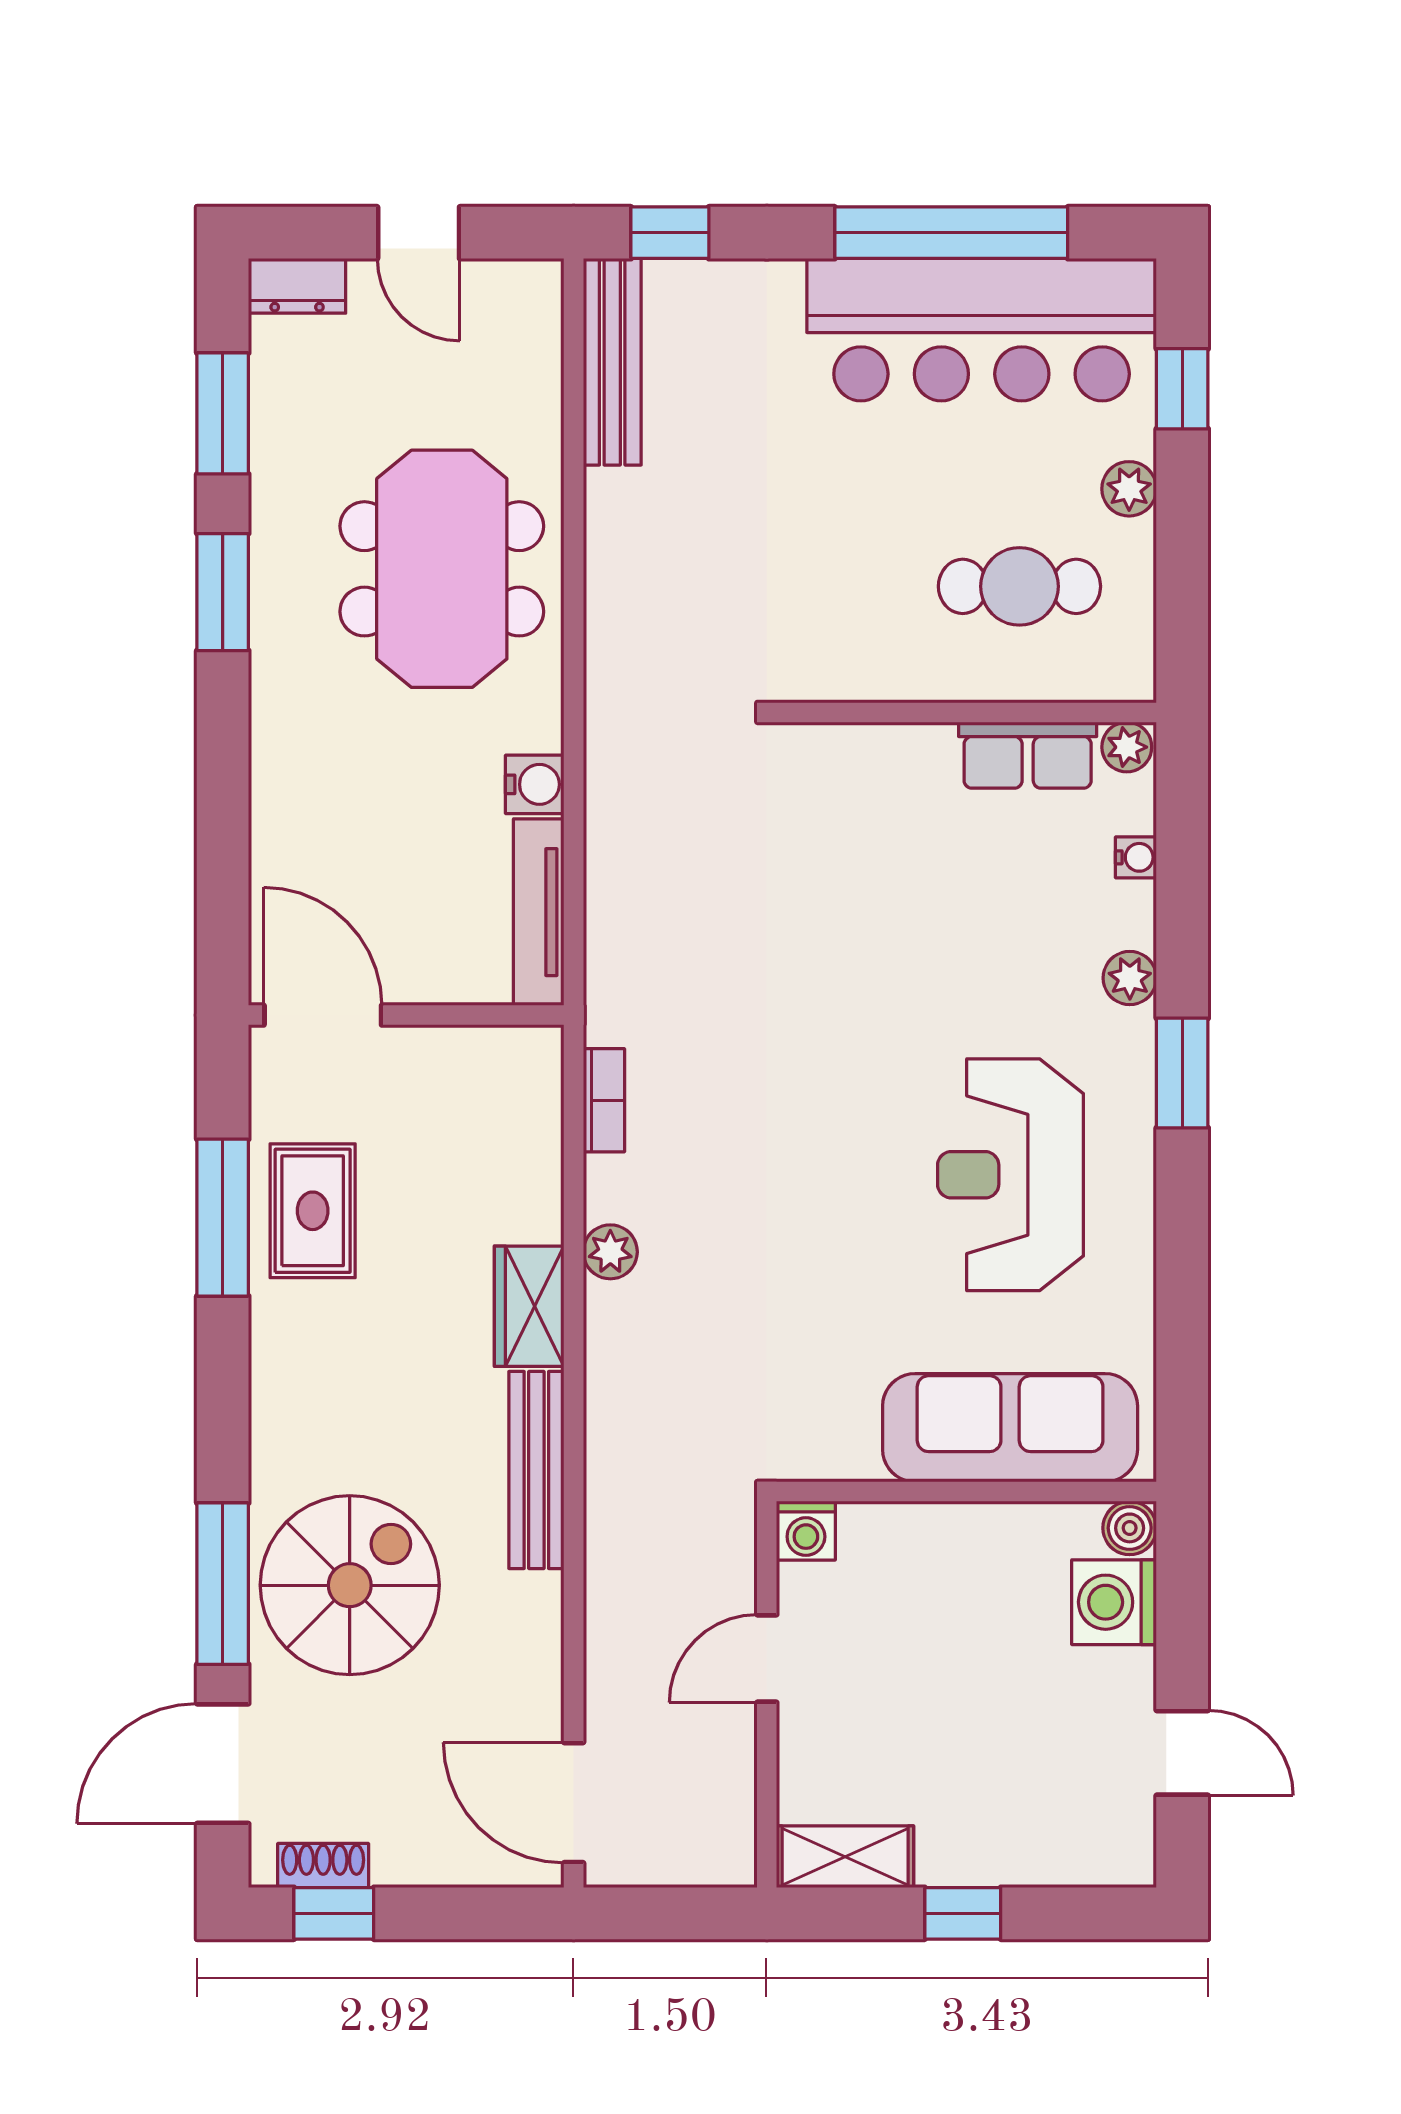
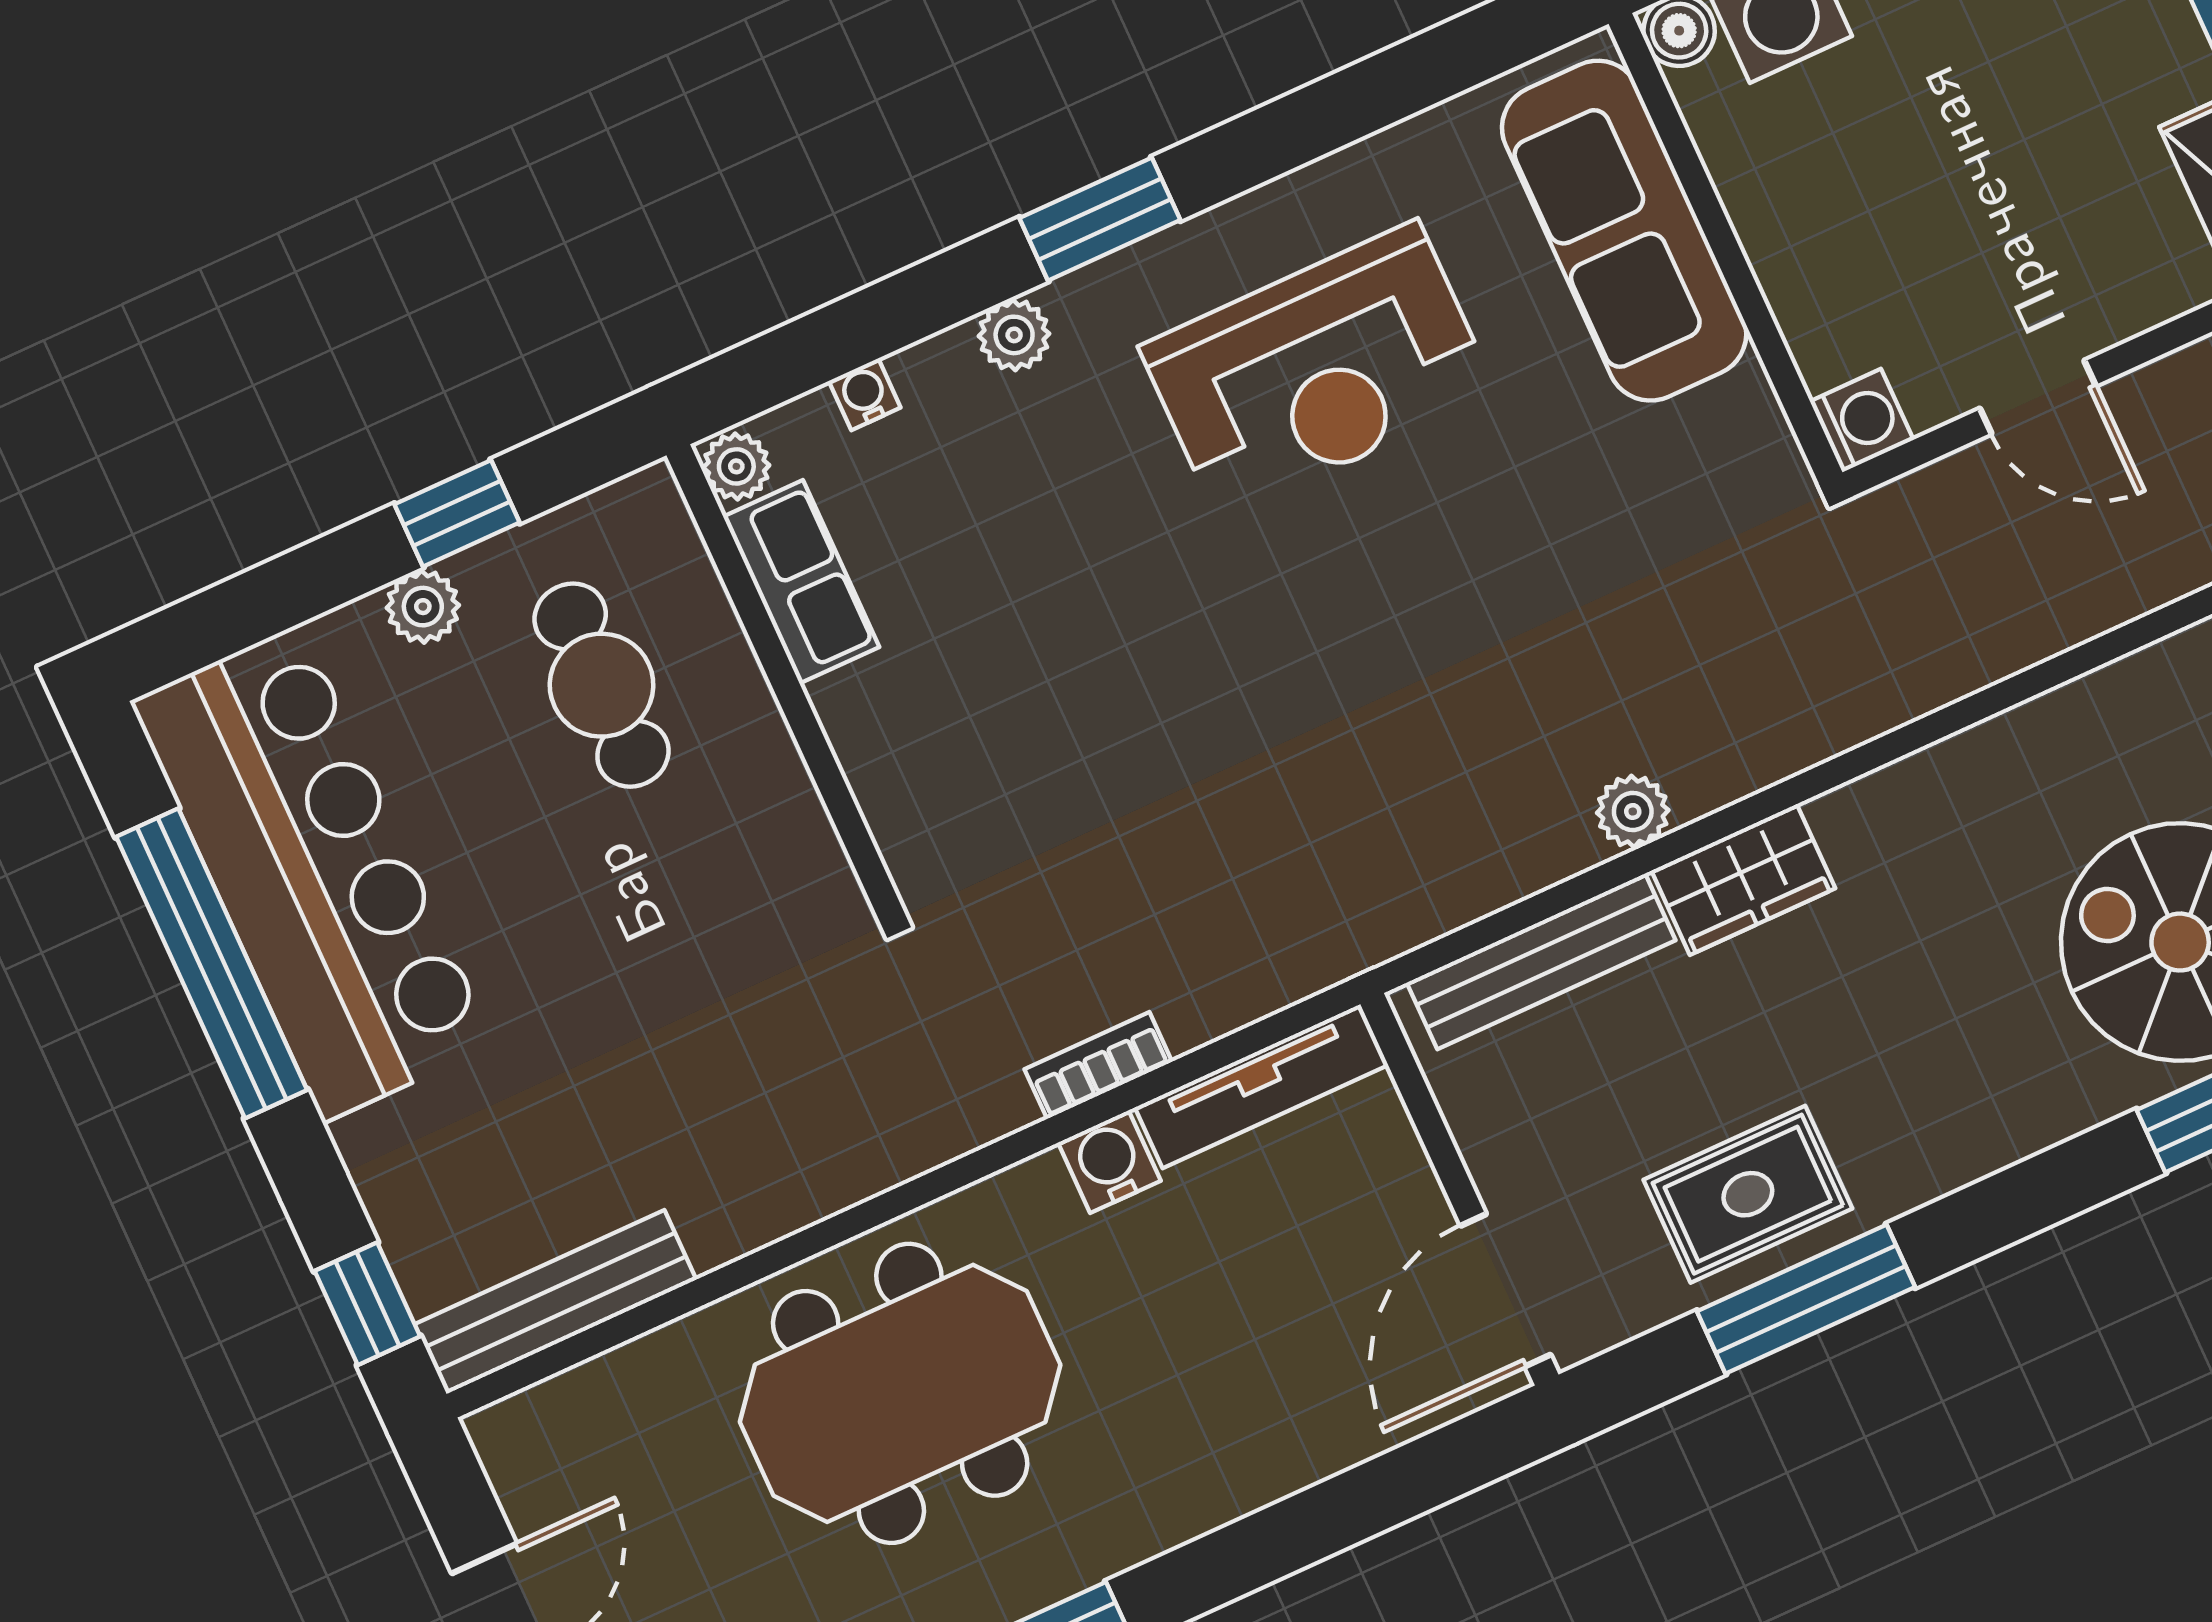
window: (1182, 389) -> (457, 513), moved
bookcase: (604, 1100) -> (1098, 1065), moved
bench: (536, 1470) -> (1541, 962), moved

